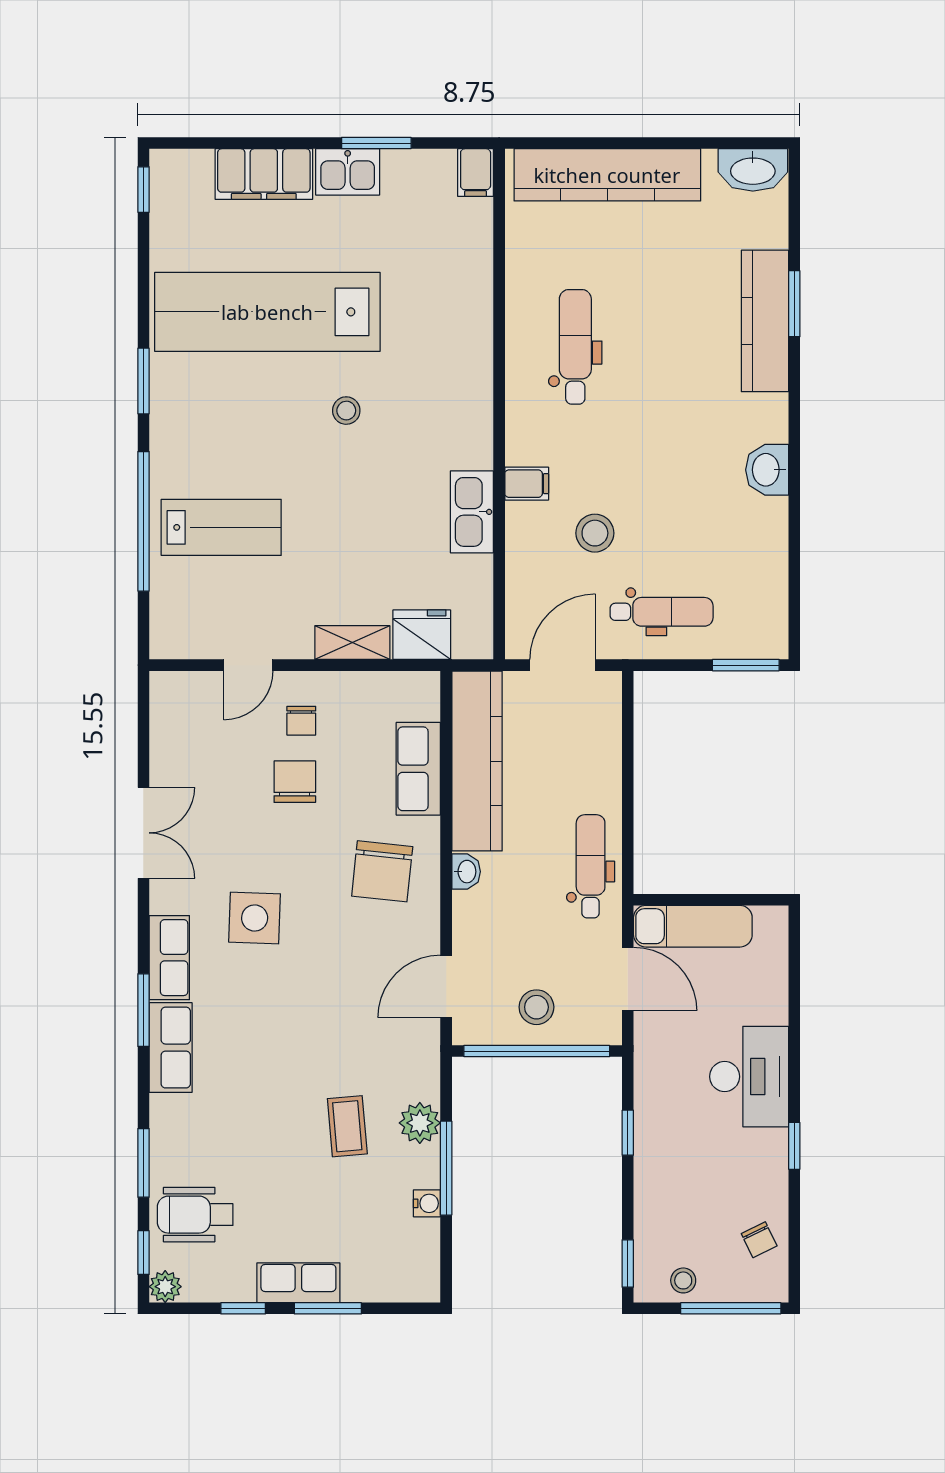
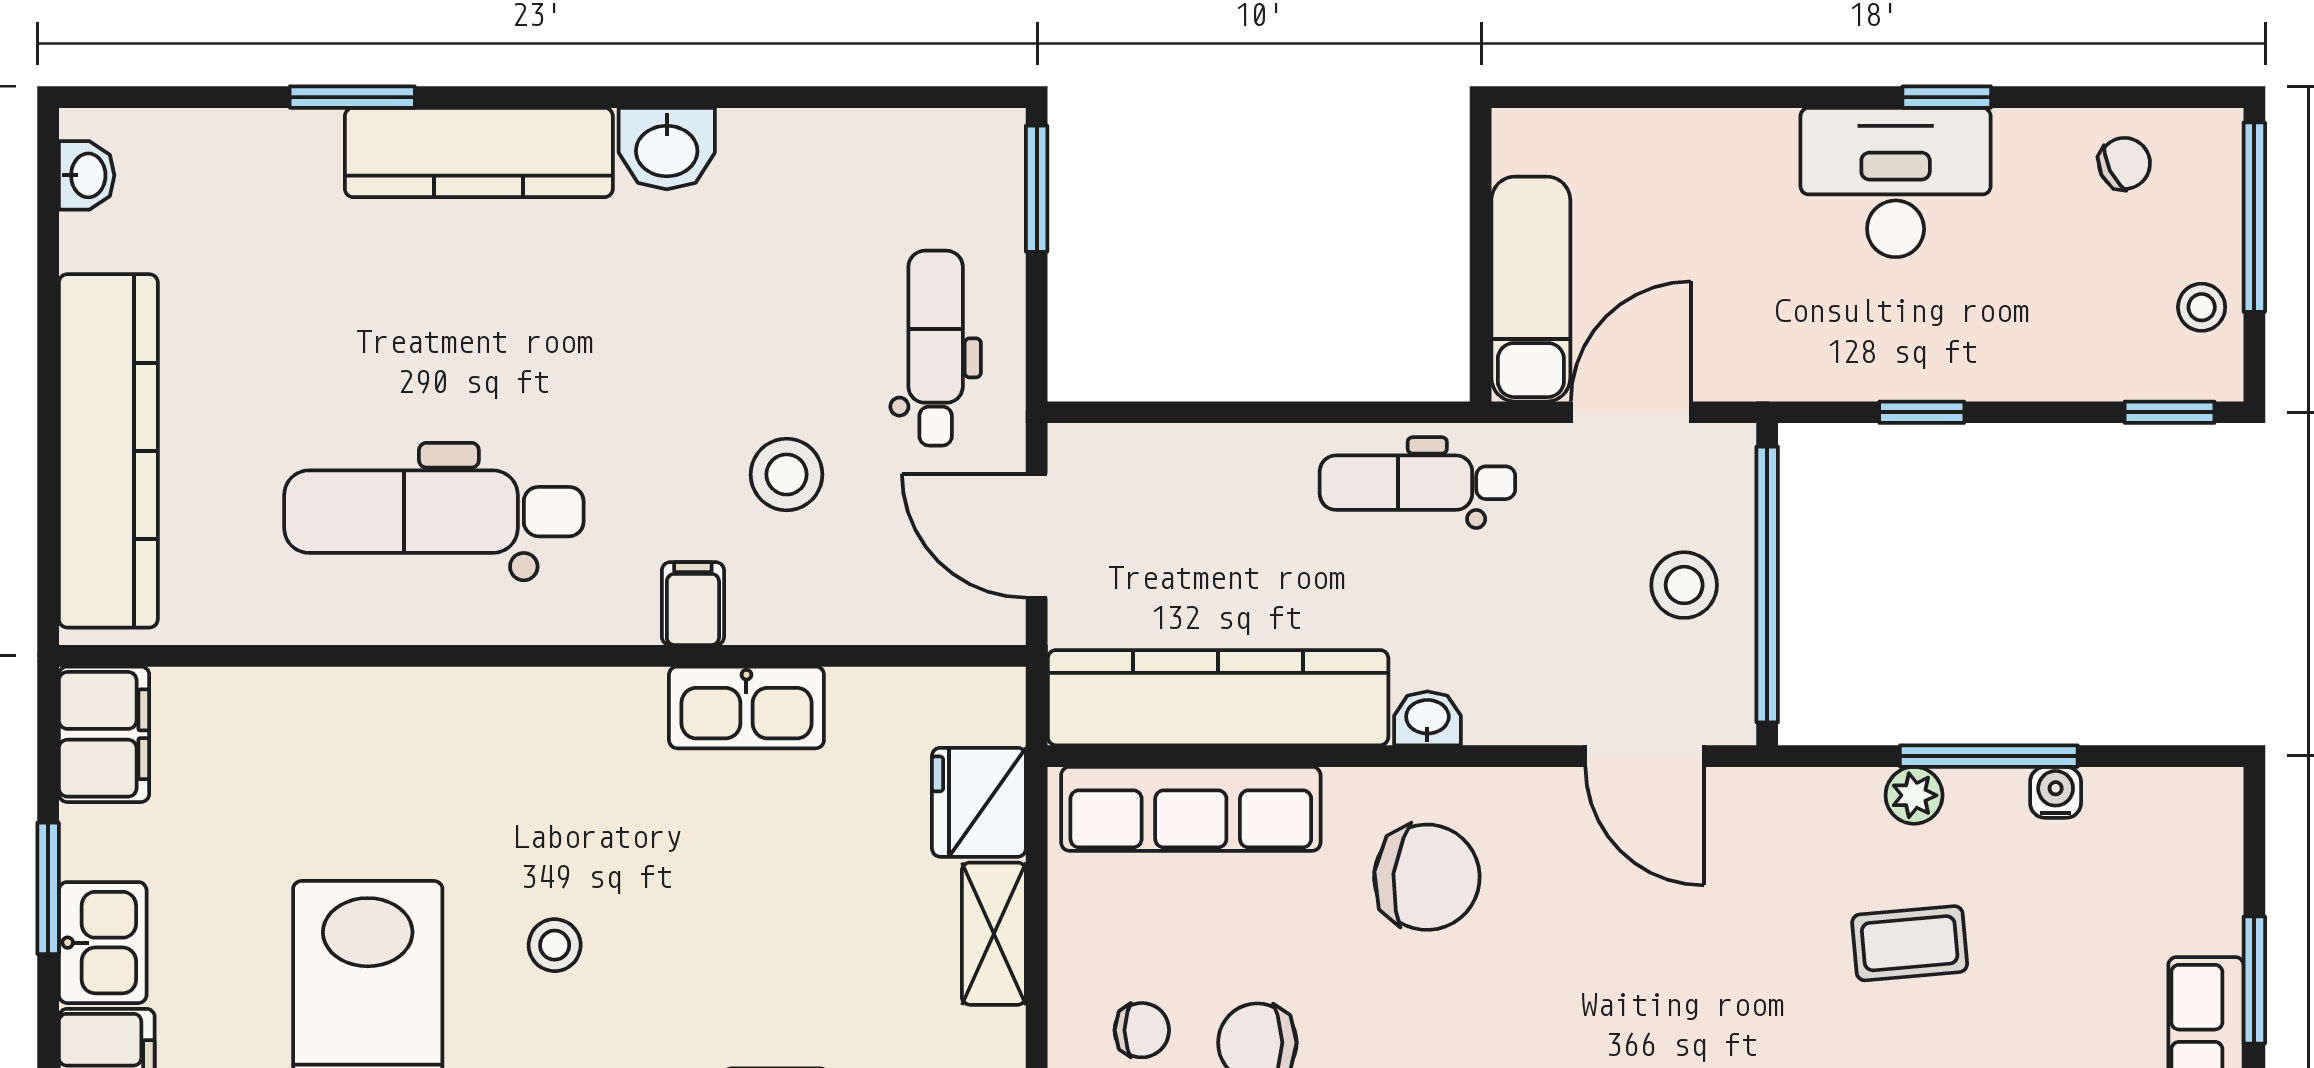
washbasin: (753, 170) -> (87, 175), width x0.52, depth x0.69
filing cabinet: (476, 173) -> (104, 734), width x2.00
kitchen counter: (765, 321) -> (479, 152), moved
dental chair: (575, 347) -> (434, 512), width x1.36, depth x1.38
row of seats: (418, 769) -> (1191, 809), width x1.48
desk: (749, 1077) -> (1896, 183), moved
plant: (420, 1123) -> (1914, 795), width x0.73, depth x0.73

